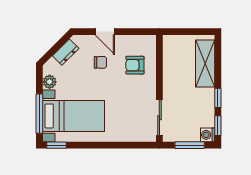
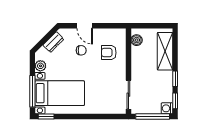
boiler: (170, 50) -> (137, 40), added
window: (190, 145) -> (153, 117), width x1.44

